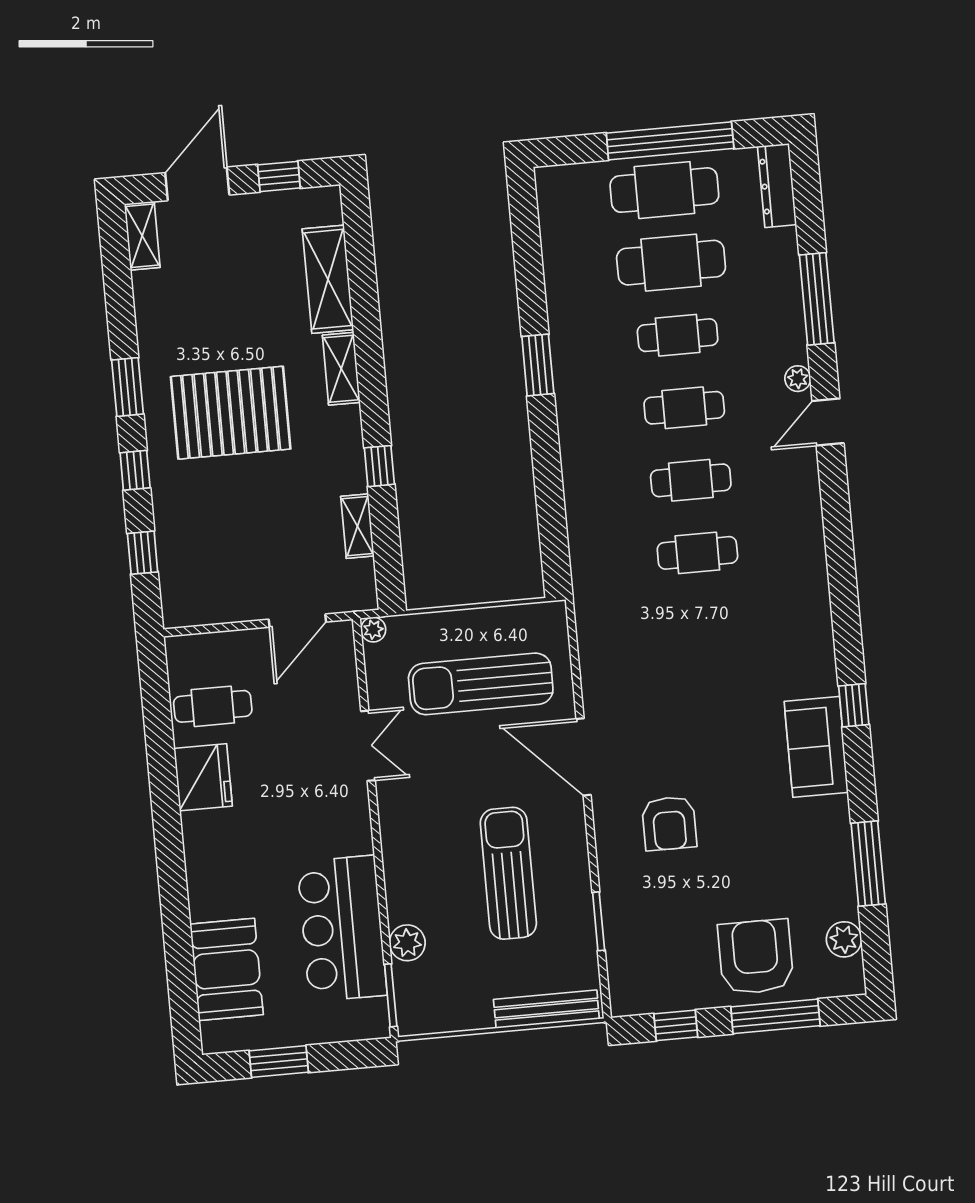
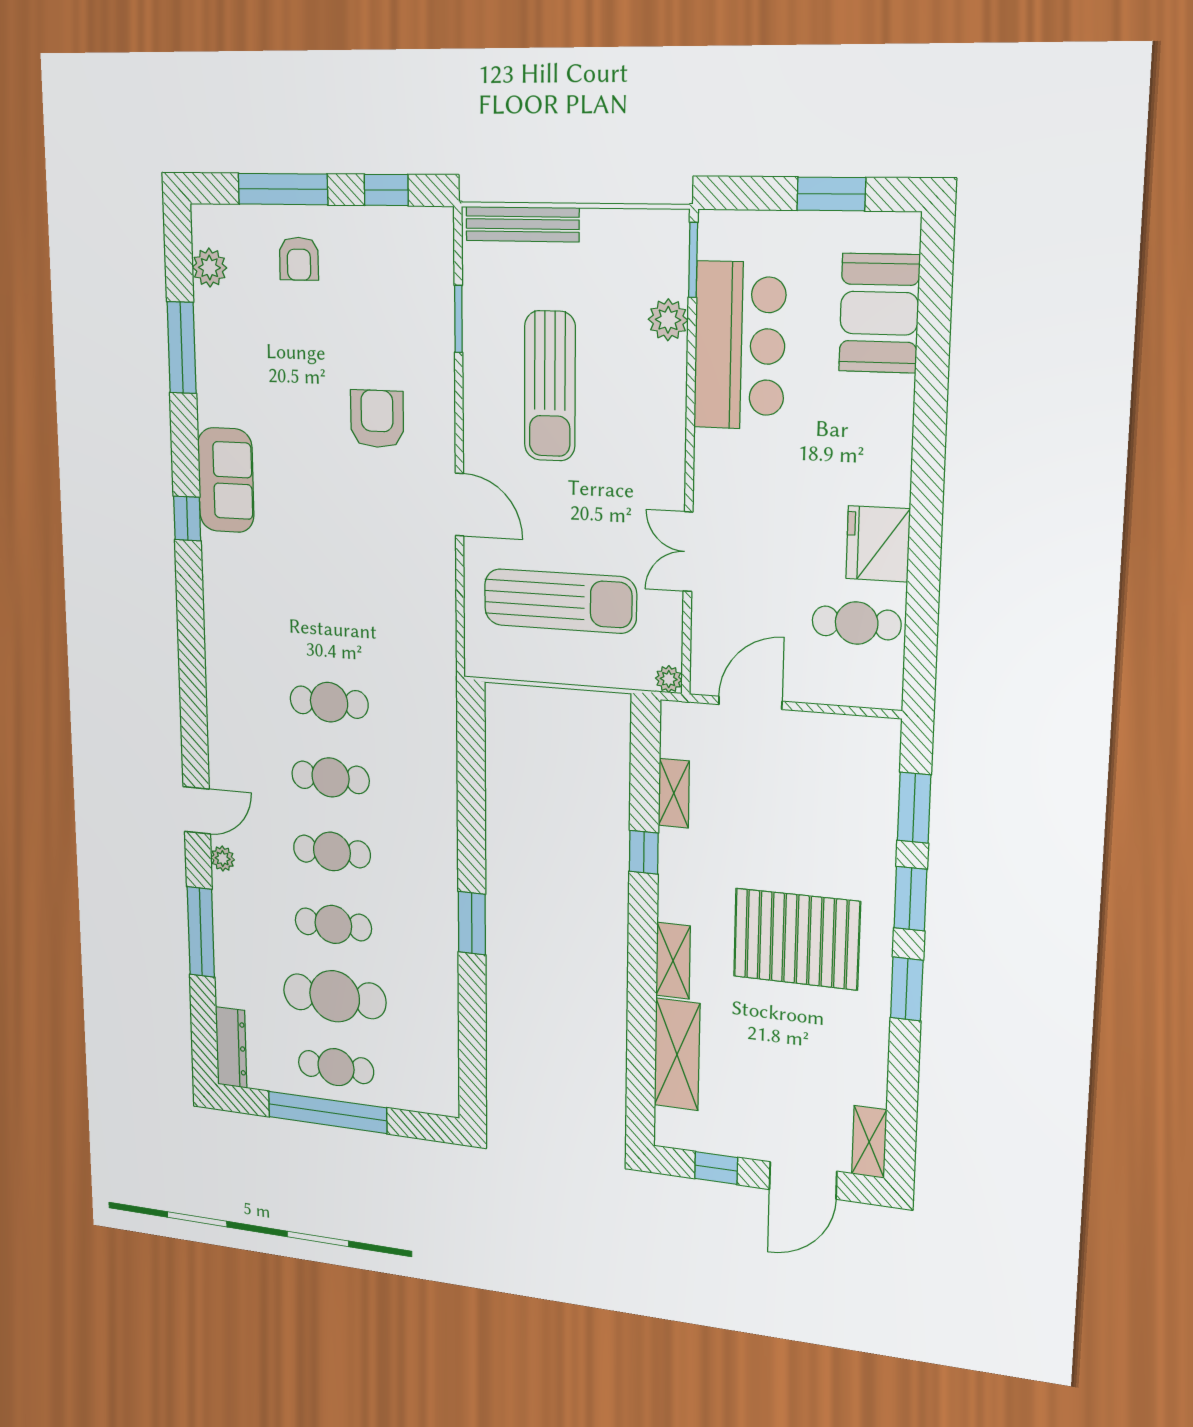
cafe table: (664, 190) -> (336, 1067), width x0.73, depth x0.74
window: (135, 470) -> (910, 899), width x1.50
window: (143, 553) -> (914, 808), width x1.50
door: (584, 757) -> (459, 505), width x0.73
armchair: (756, 957) -> (299, 259), width x0.53, depth x0.53

